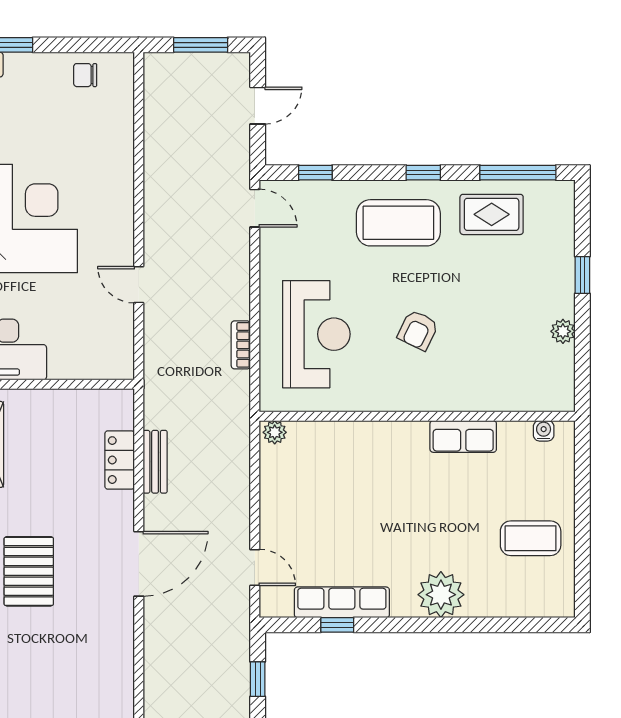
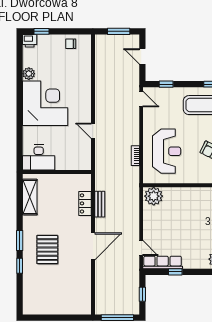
door: (258, 106) -> (142, 56), swing flipped
plant: (275, 432) -> (154, 196), width x1.88, depth x1.88
row of seats: (342, 602) -> (163, 262), moved

